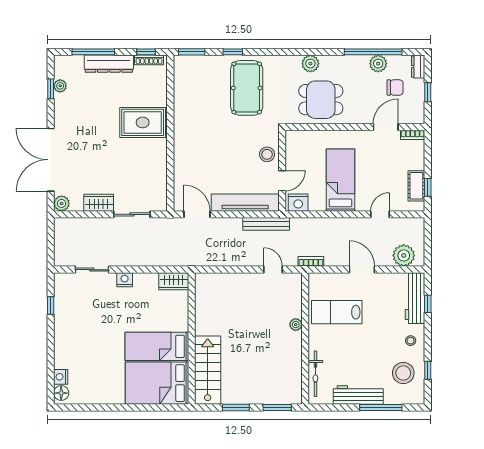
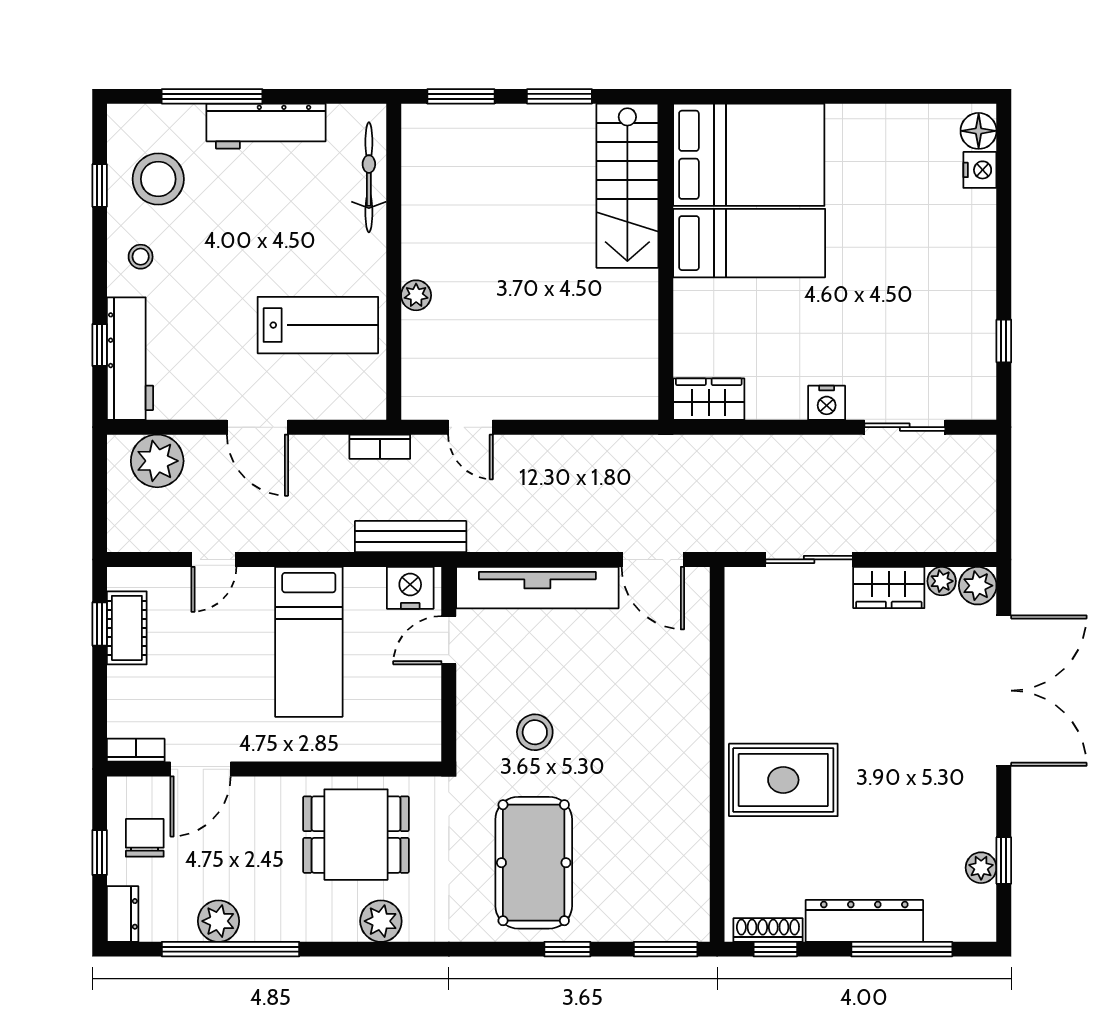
chair: (395, 87) -> (145, 838), moved, turned 90
stool: (267, 154) -> (535, 732), moved
plant: (77, 205) -> (942, 581), added
bench: (266, 224) -> (411, 537), moved

